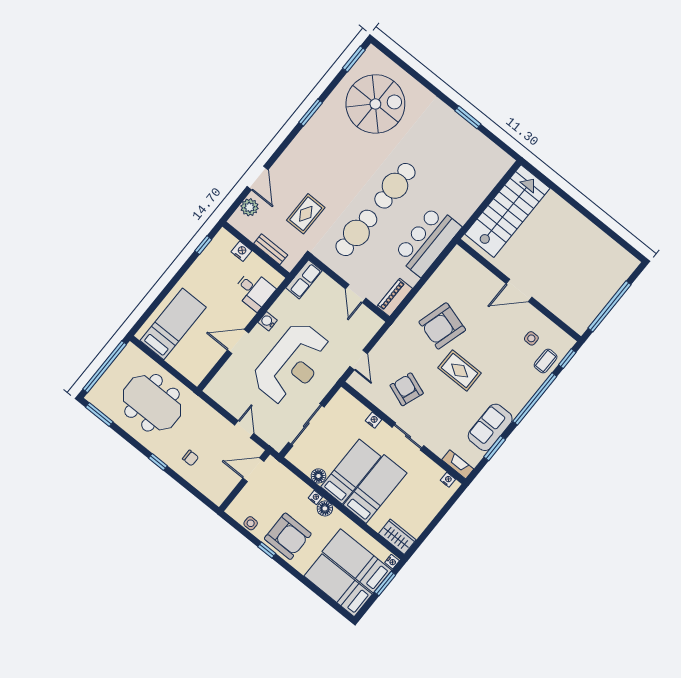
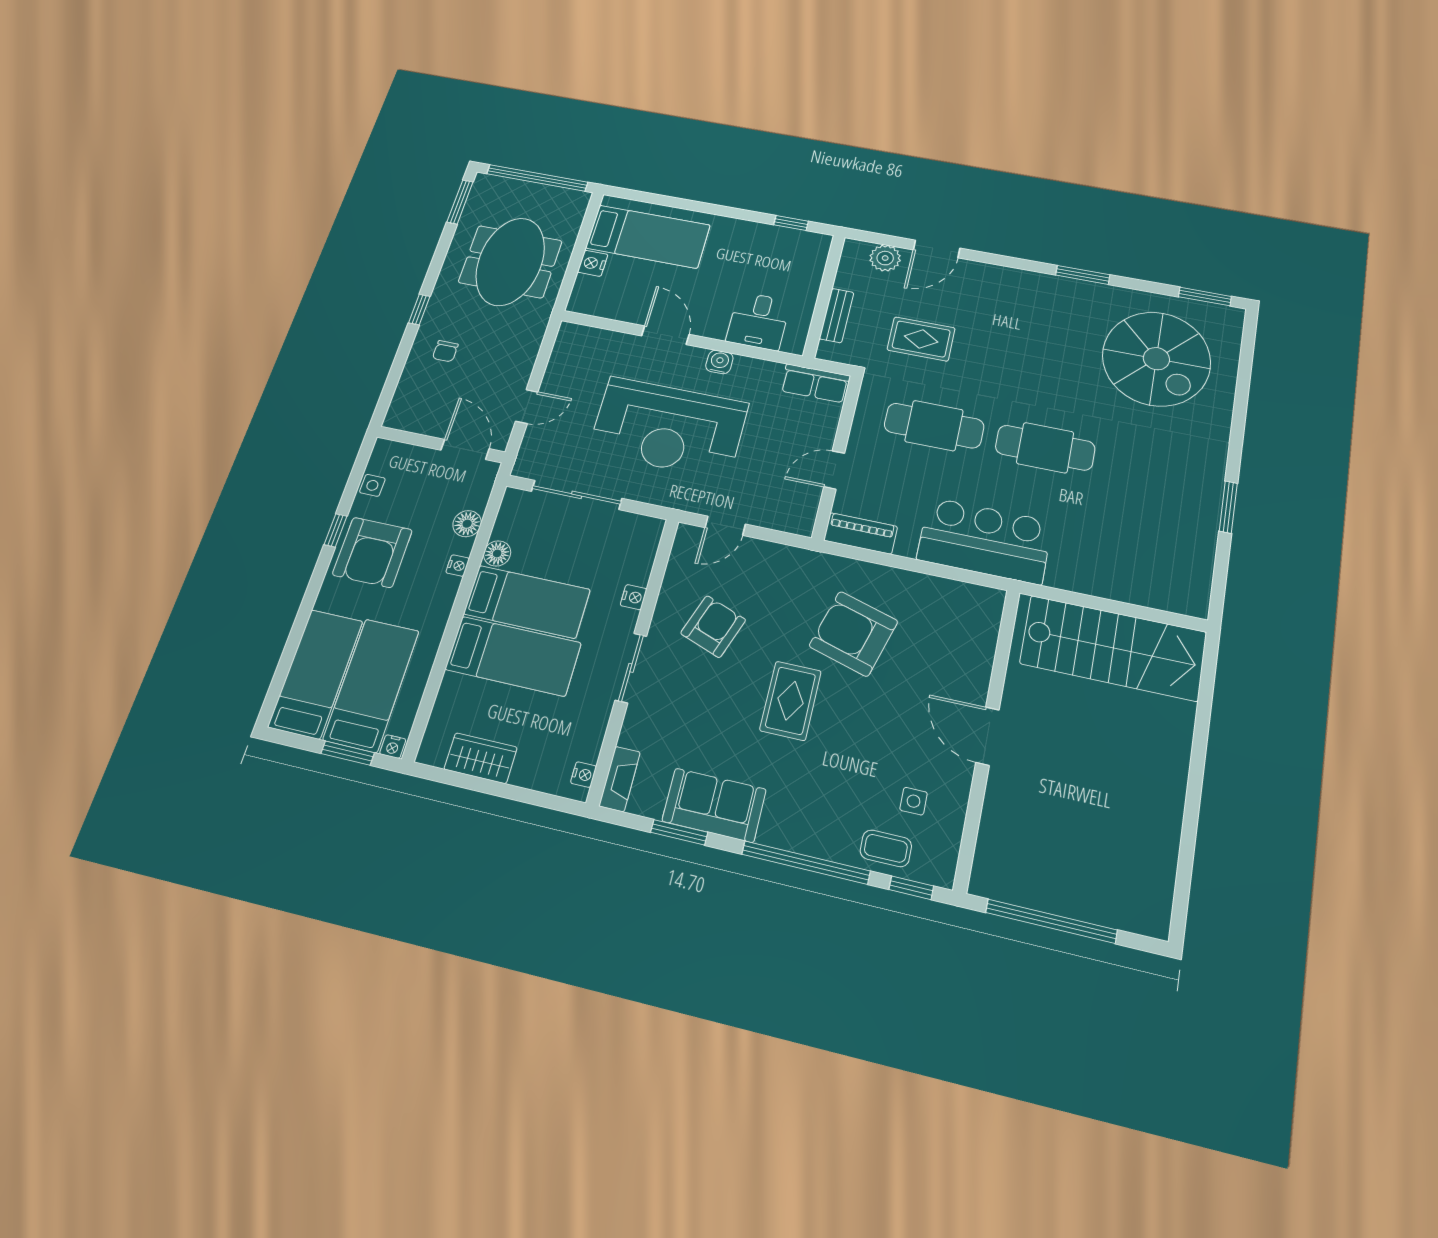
nightstand: (241, 251) -> (593, 263), moved, turned 180
floor lamp: (325, 508) -> (467, 524), moved
wardrobe: (397, 537) -> (481, 758), moved, turned -90

